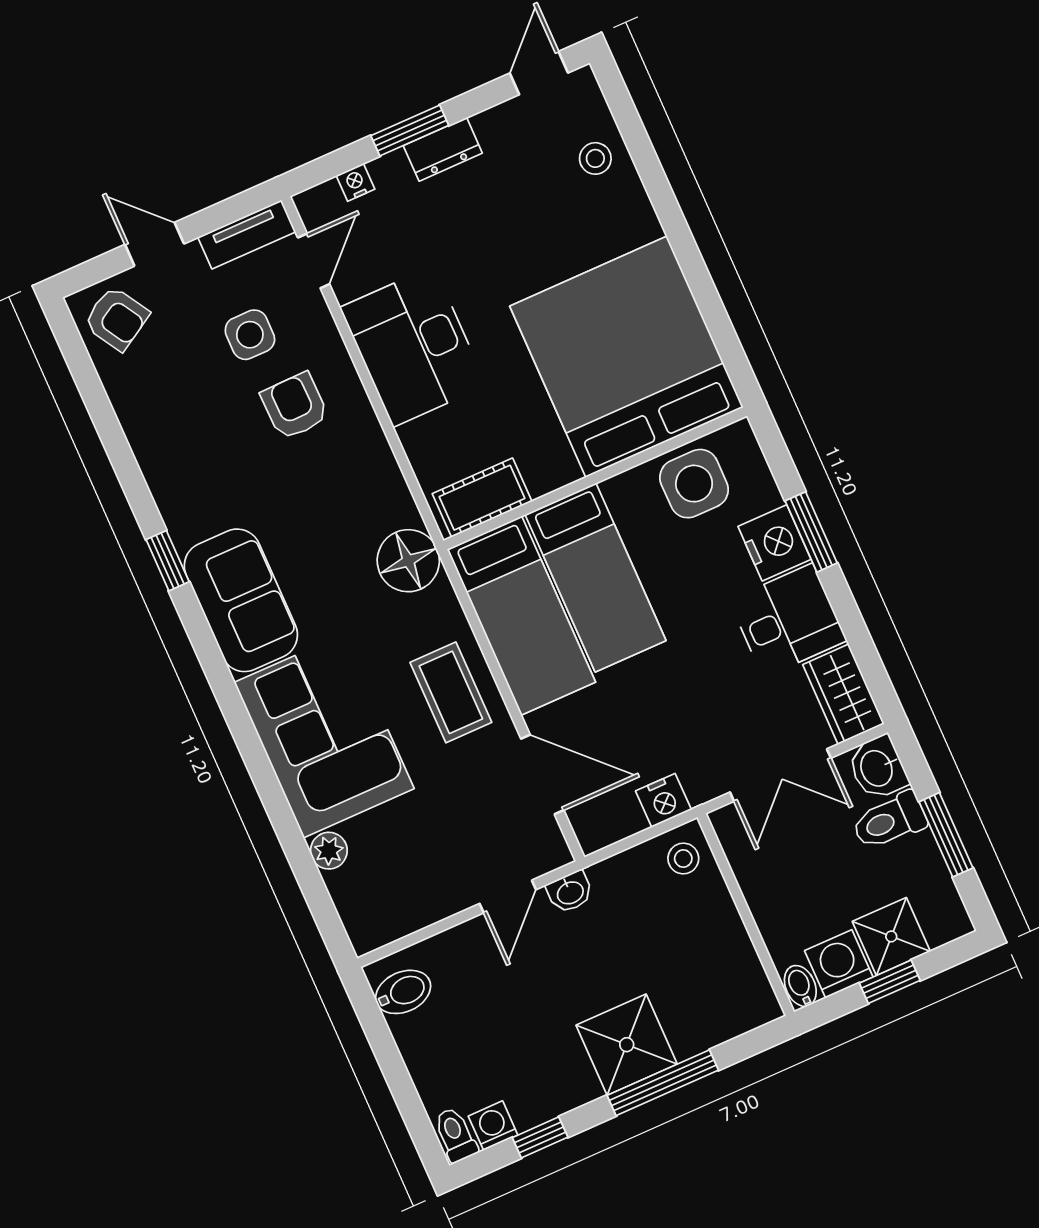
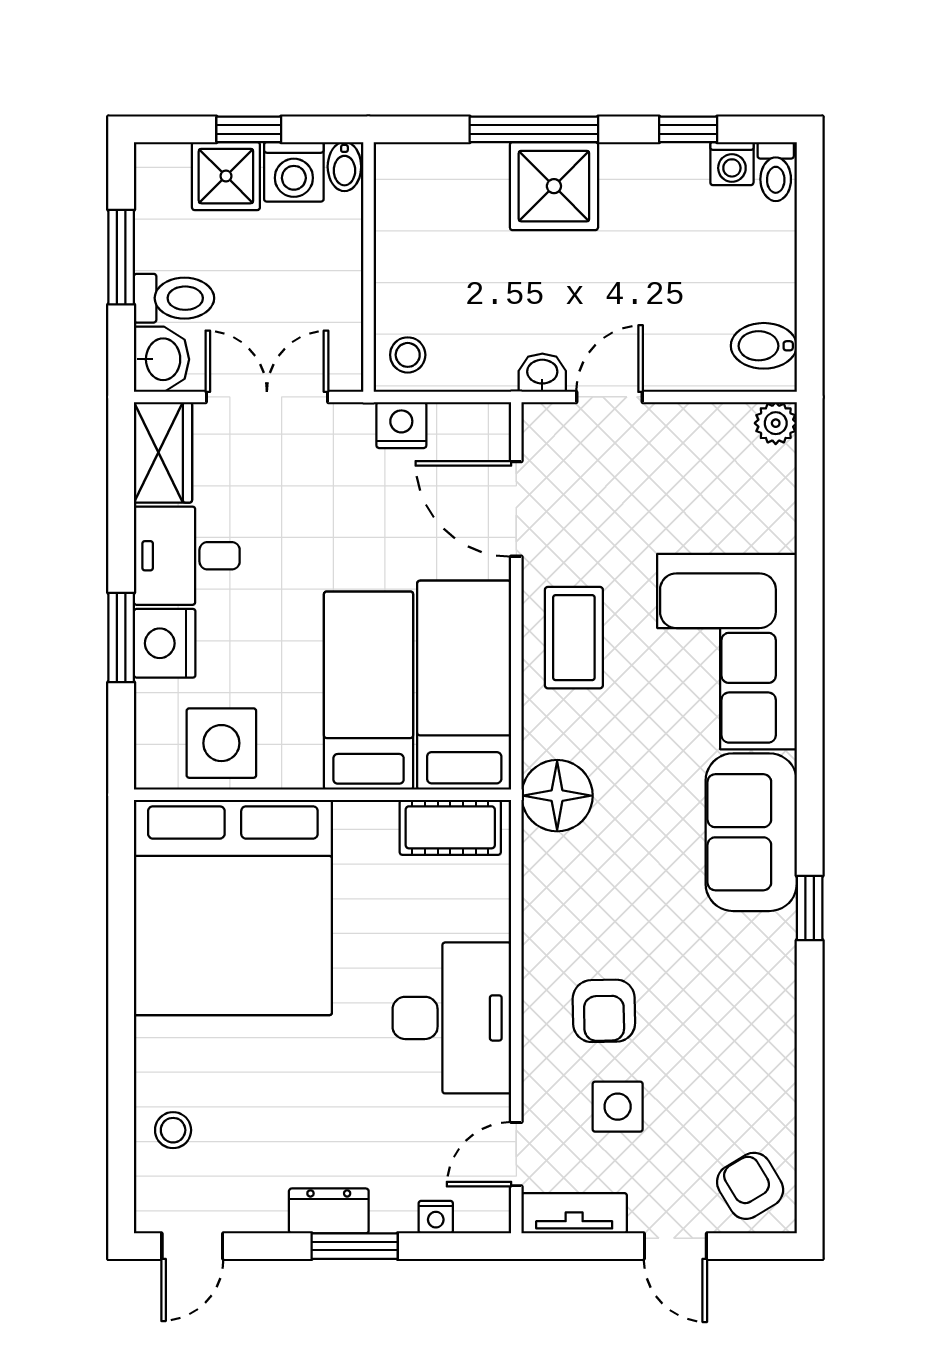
plant: (329, 851) -> (776, 423), moved

